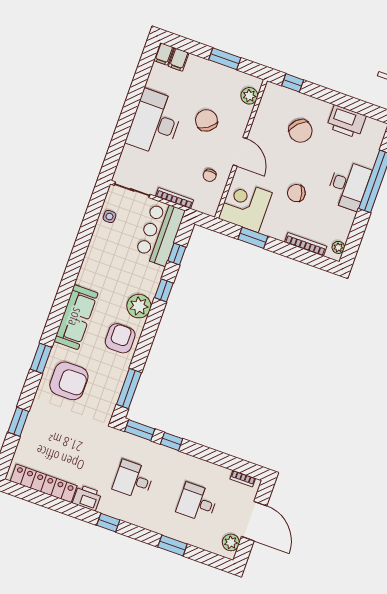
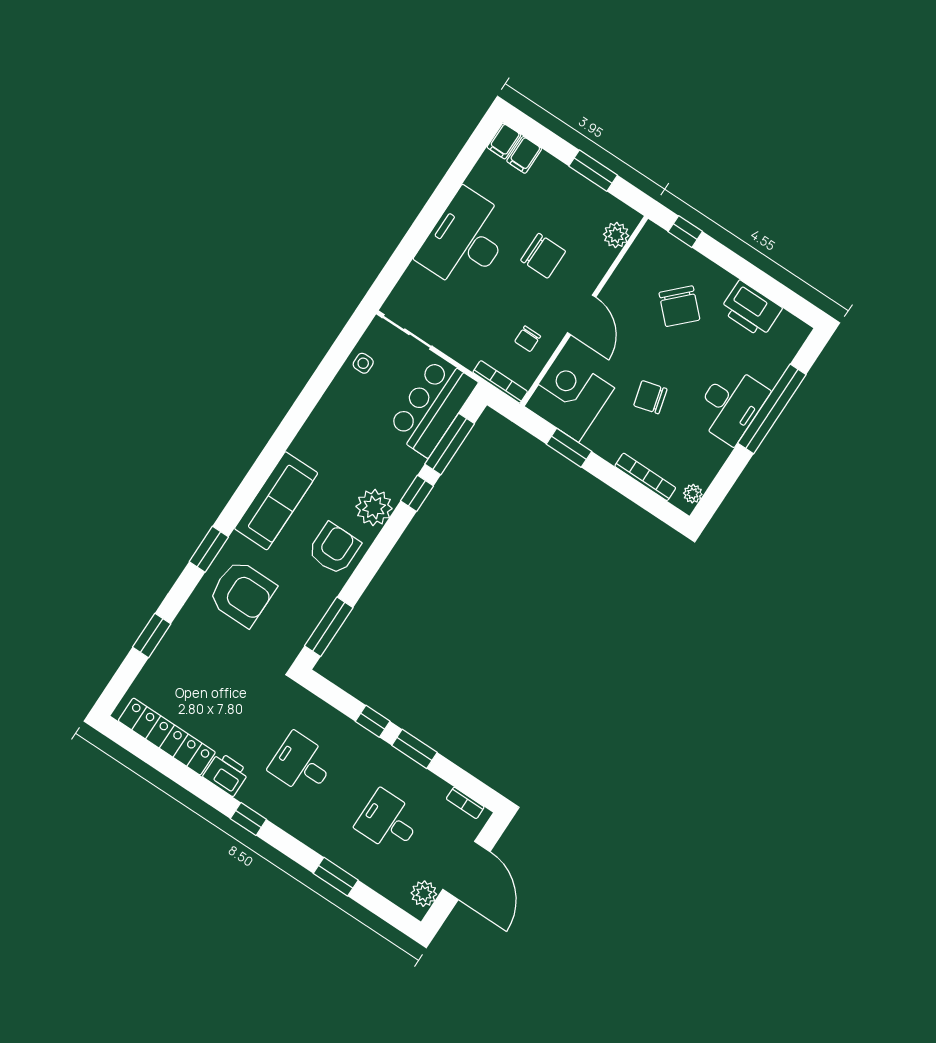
chair: (206, 120) -> (543, 256), turned 125
bookcase: (174, 198) -> (500, 382), moved
window: (177, 254) -> (450, 444), width x2.17
window: (140, 430) -> (414, 749), moved

